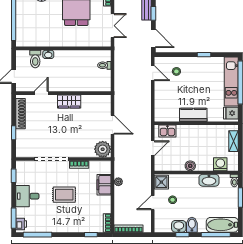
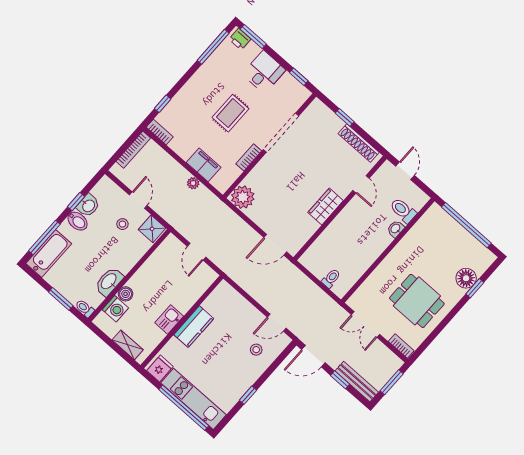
door: (112, 125) -> (275, 245), moved
kitchen sink: (167, 131) -> (169, 319), moved
boiler: (190, 166) -> (126, 294), moved

